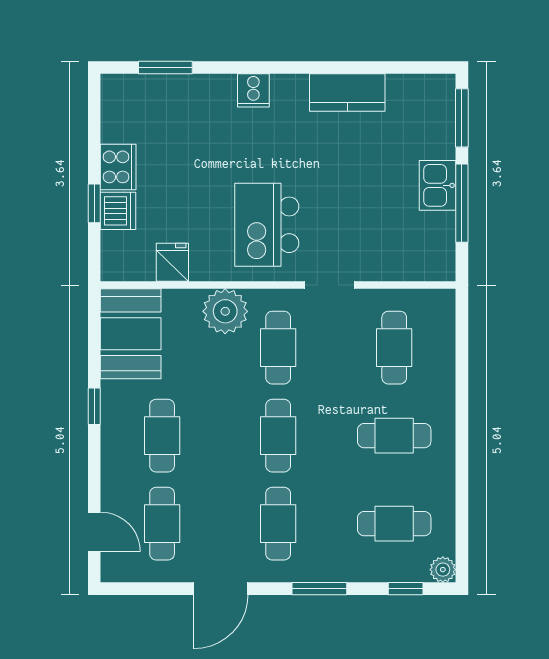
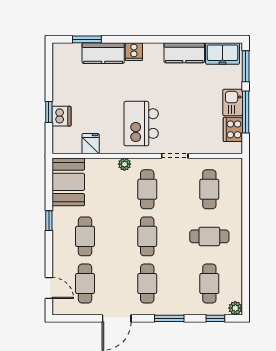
kitchen counter: (196, 93) -> (103, 53), added
freezer: (419, 94) -> (223, 54), added
cooker: (118, 167) -> (233, 129), moved, turned 180
plant: (225, 311) -> (124, 164), width x0.53, depth x0.53
cafe table: (394, 524) -> (209, 284), turned 90

